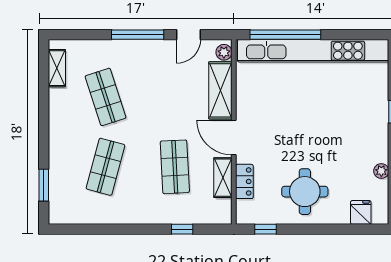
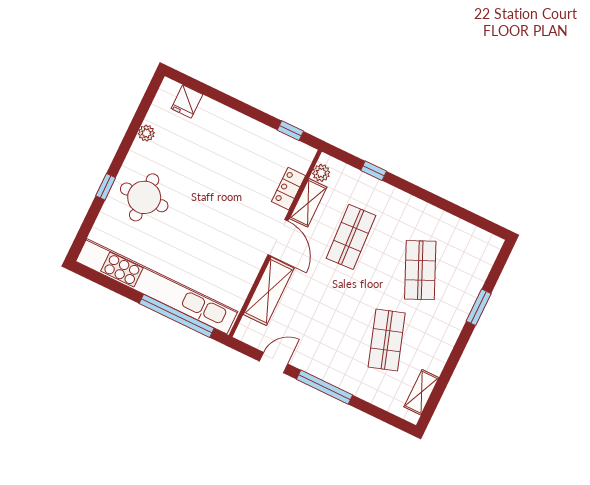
plant: (224, 52) -> (321, 173), moved
shop shelf: (106, 167) -> (420, 270), turned -39
window: (44, 185) -> (479, 307), moved
round table: (305, 192) -> (144, 197), moved

